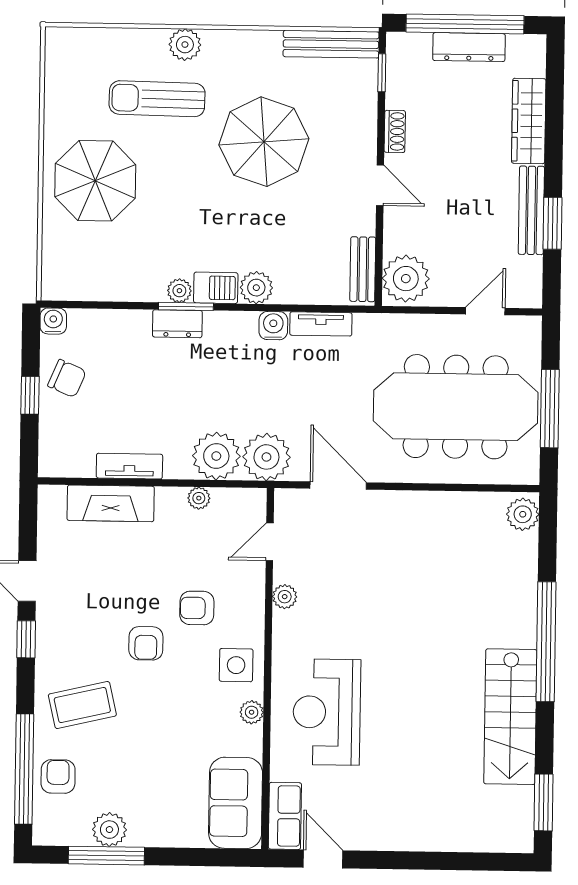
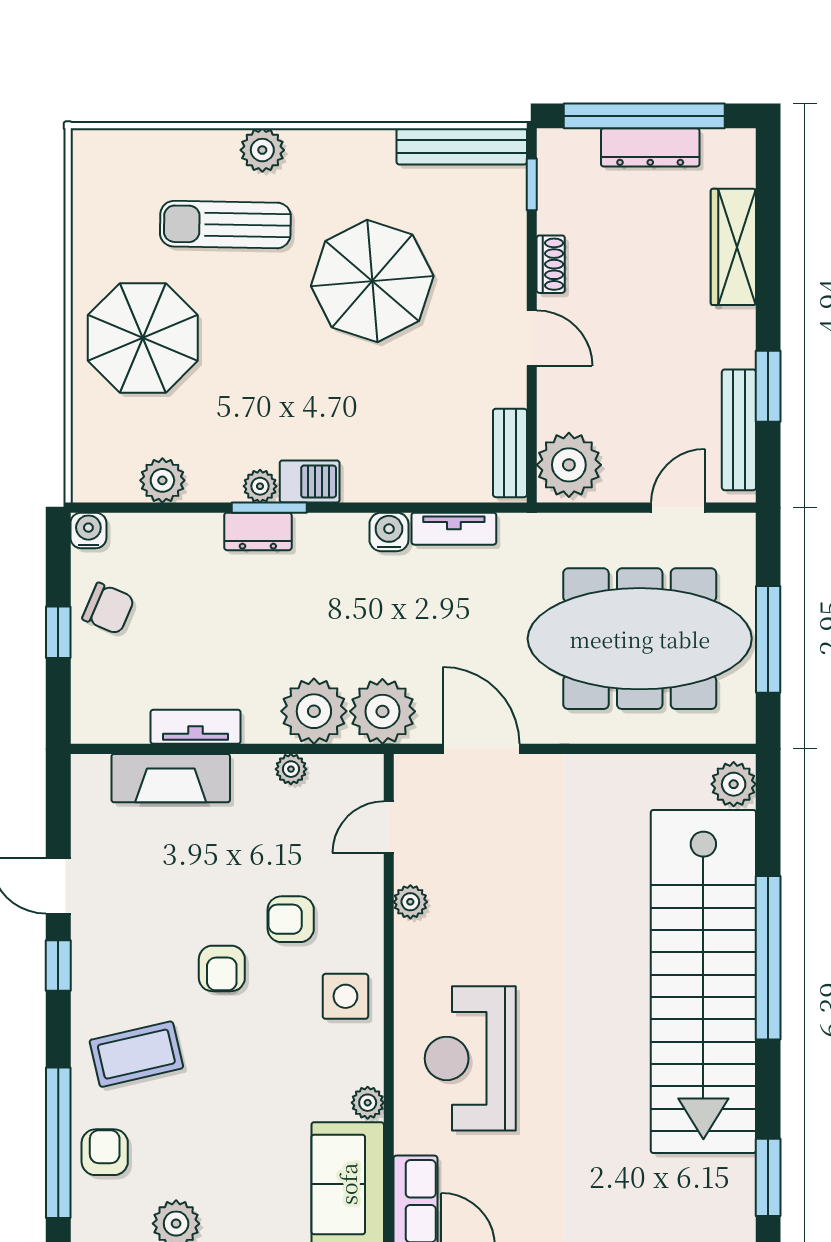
bench: (531, 210) -> (739, 430), moved
plant: (256, 288) -> (162, 480), moved
plant: (252, 712) -> (368, 1103), moved
stairs: (510, 717) -> (703, 981), width x1.86, depth x1.51

